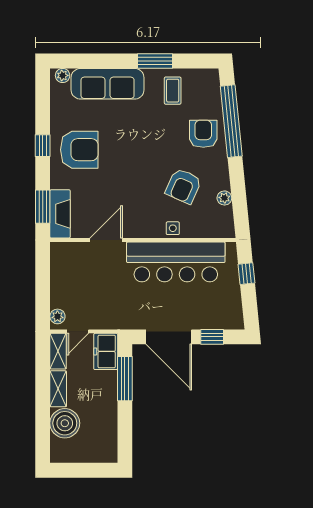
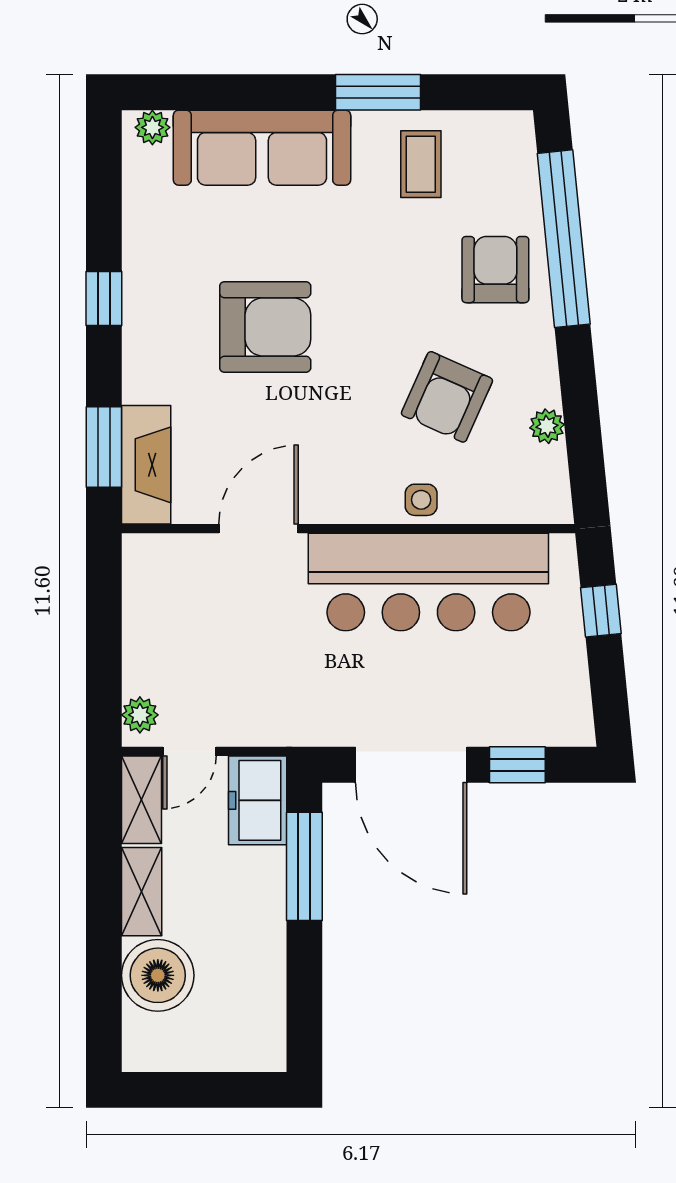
armchair: (79, 150) -> (265, 327), moved

